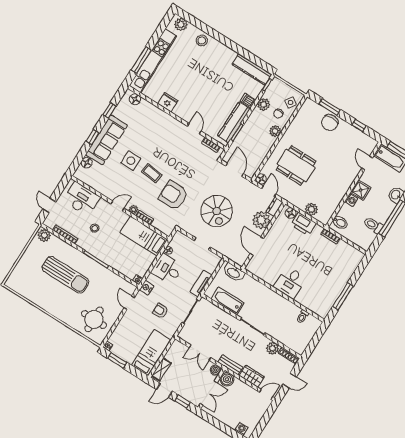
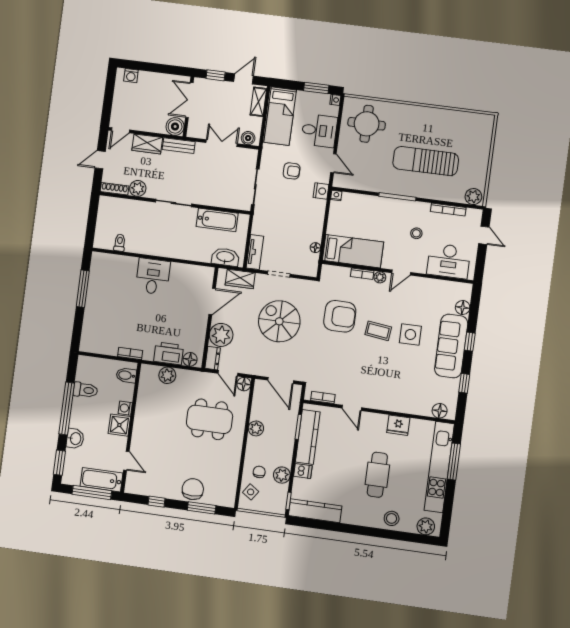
cafe table: (198, 75) -> (377, 475), added
plant: (275, 131) -> (256, 428), moved
door: (257, 246) -> (212, 301), hinge flipped
wardrobe: (230, 253) -> (240, 279), added
desk: (167, 269) -> (319, 131), moved
tv unit: (201, 284) -> (255, 252), moved
boiler: (216, 370) -> (248, 138), moved

